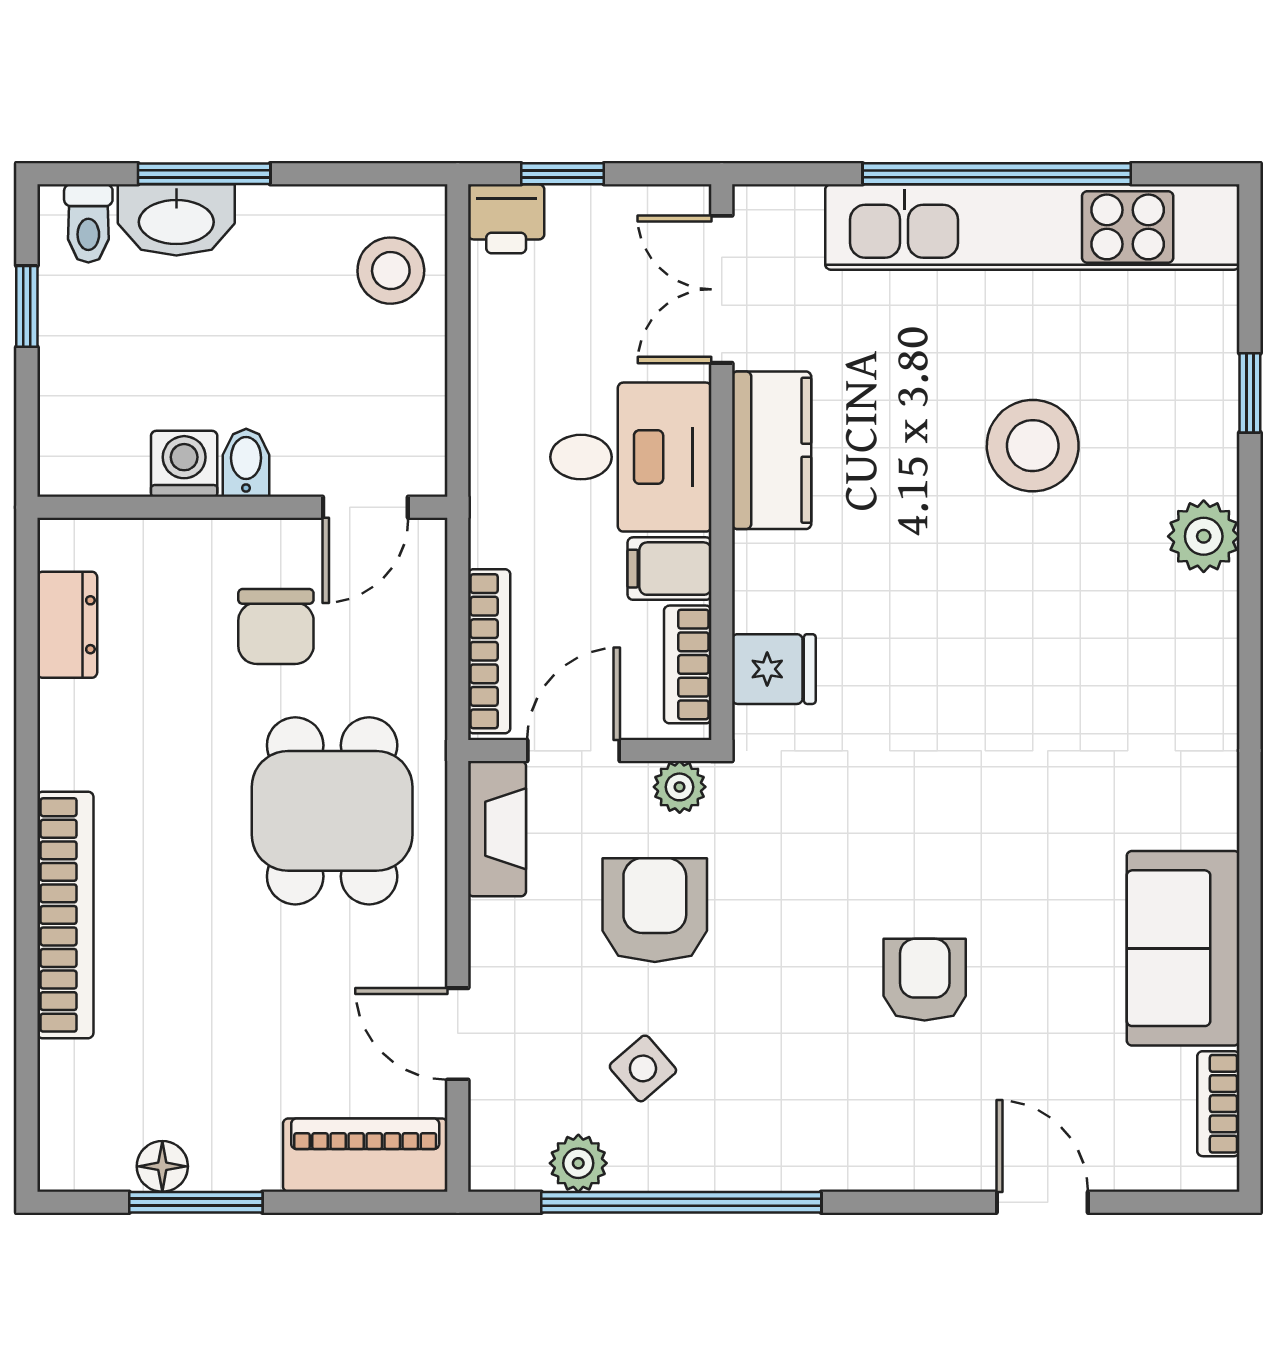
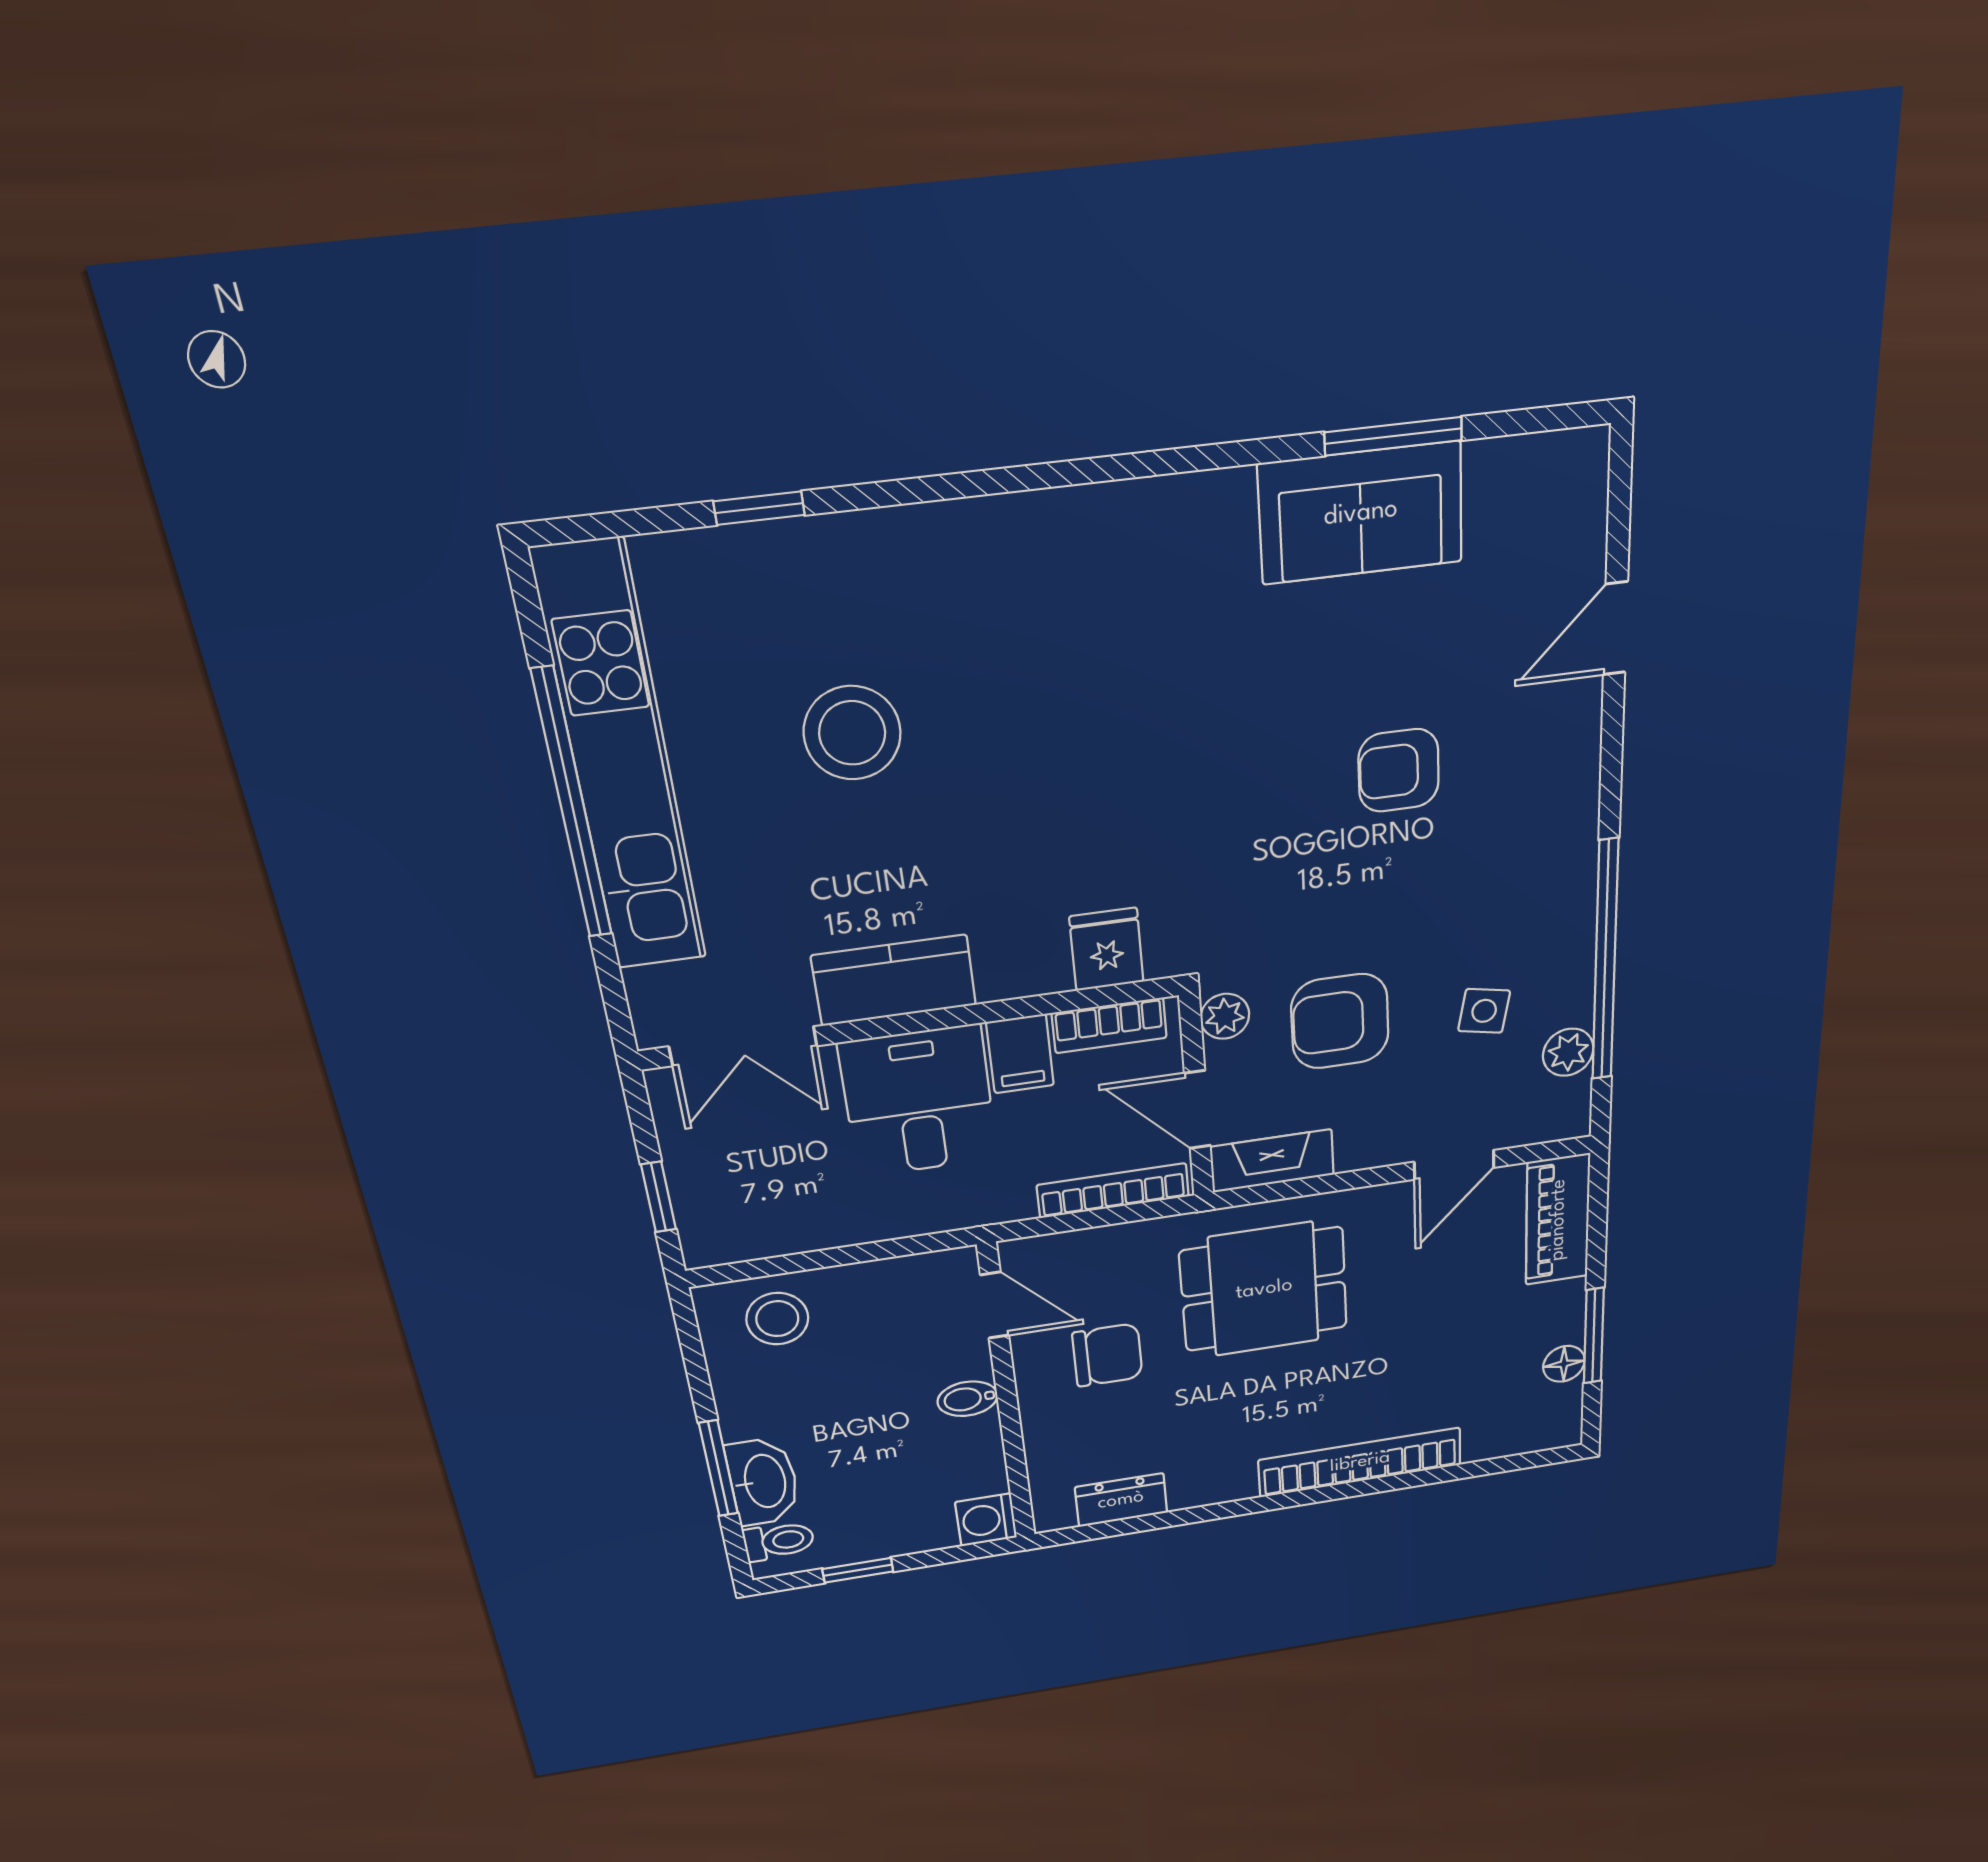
printer: (506, 219) -> (711, 1236), removed
washing machine: (184, 464) -> (986, 1520), moved
plant: (1204, 536) -> (924, 541), removed
window: (1250, 981) -> (1393, 436), added
side table: (643, 1068) -> (1484, 1011), turned -38
bookcase: (1218, 1104) -> (1520, 456), removed

